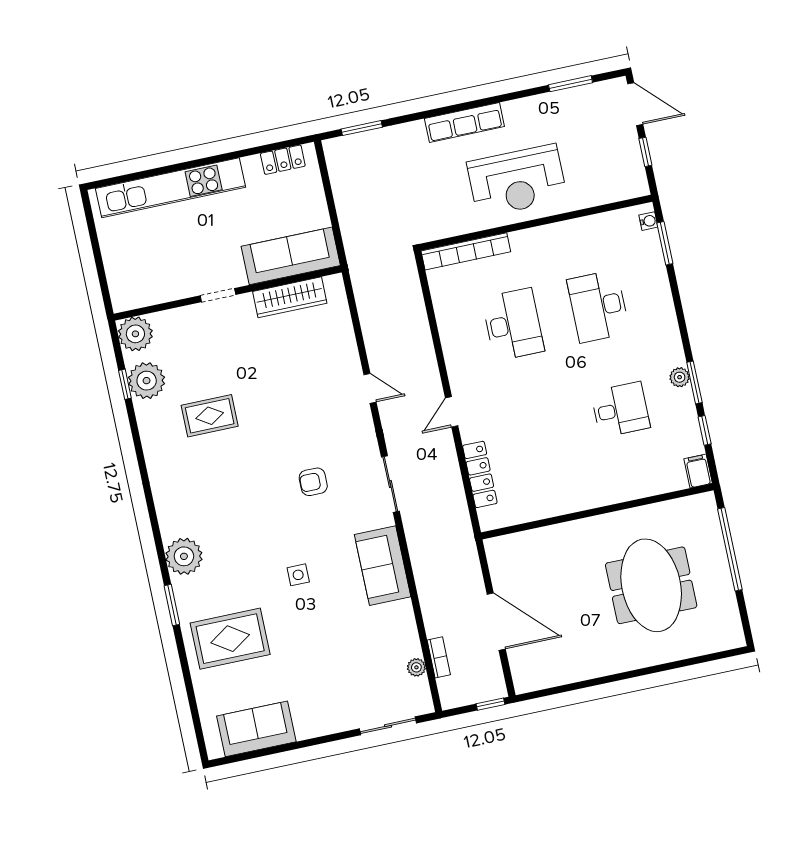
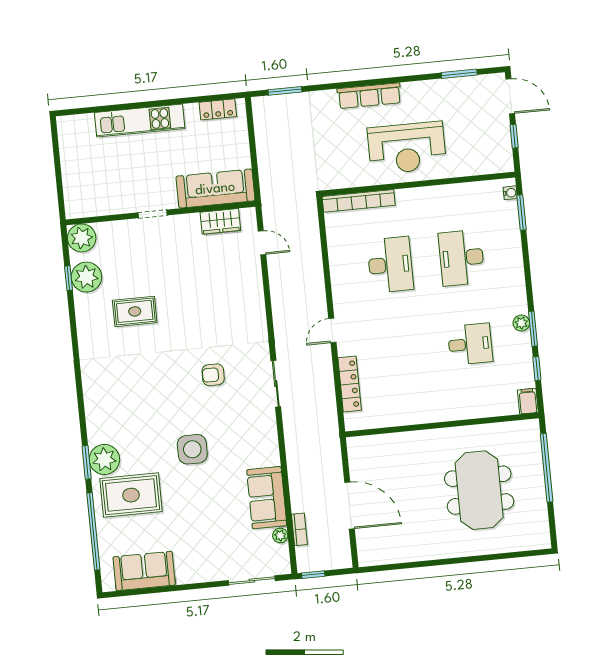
kitchen unit: (171, 188) -> (140, 121), width x0.73
wardrobe: (290, 297) -> (220, 221), width x0.67
door: (370, 388) -> (262, 243), moved
plant: (184, 556) -> (104, 459), moved
sofa: (383, 566) -> (267, 498), moved
side table: (298, 575) -> (192, 449), width x1.87, depth x1.87
window: (189, 688) -> (93, 531), added
window: (490, 704) -> (313, 575), moved

